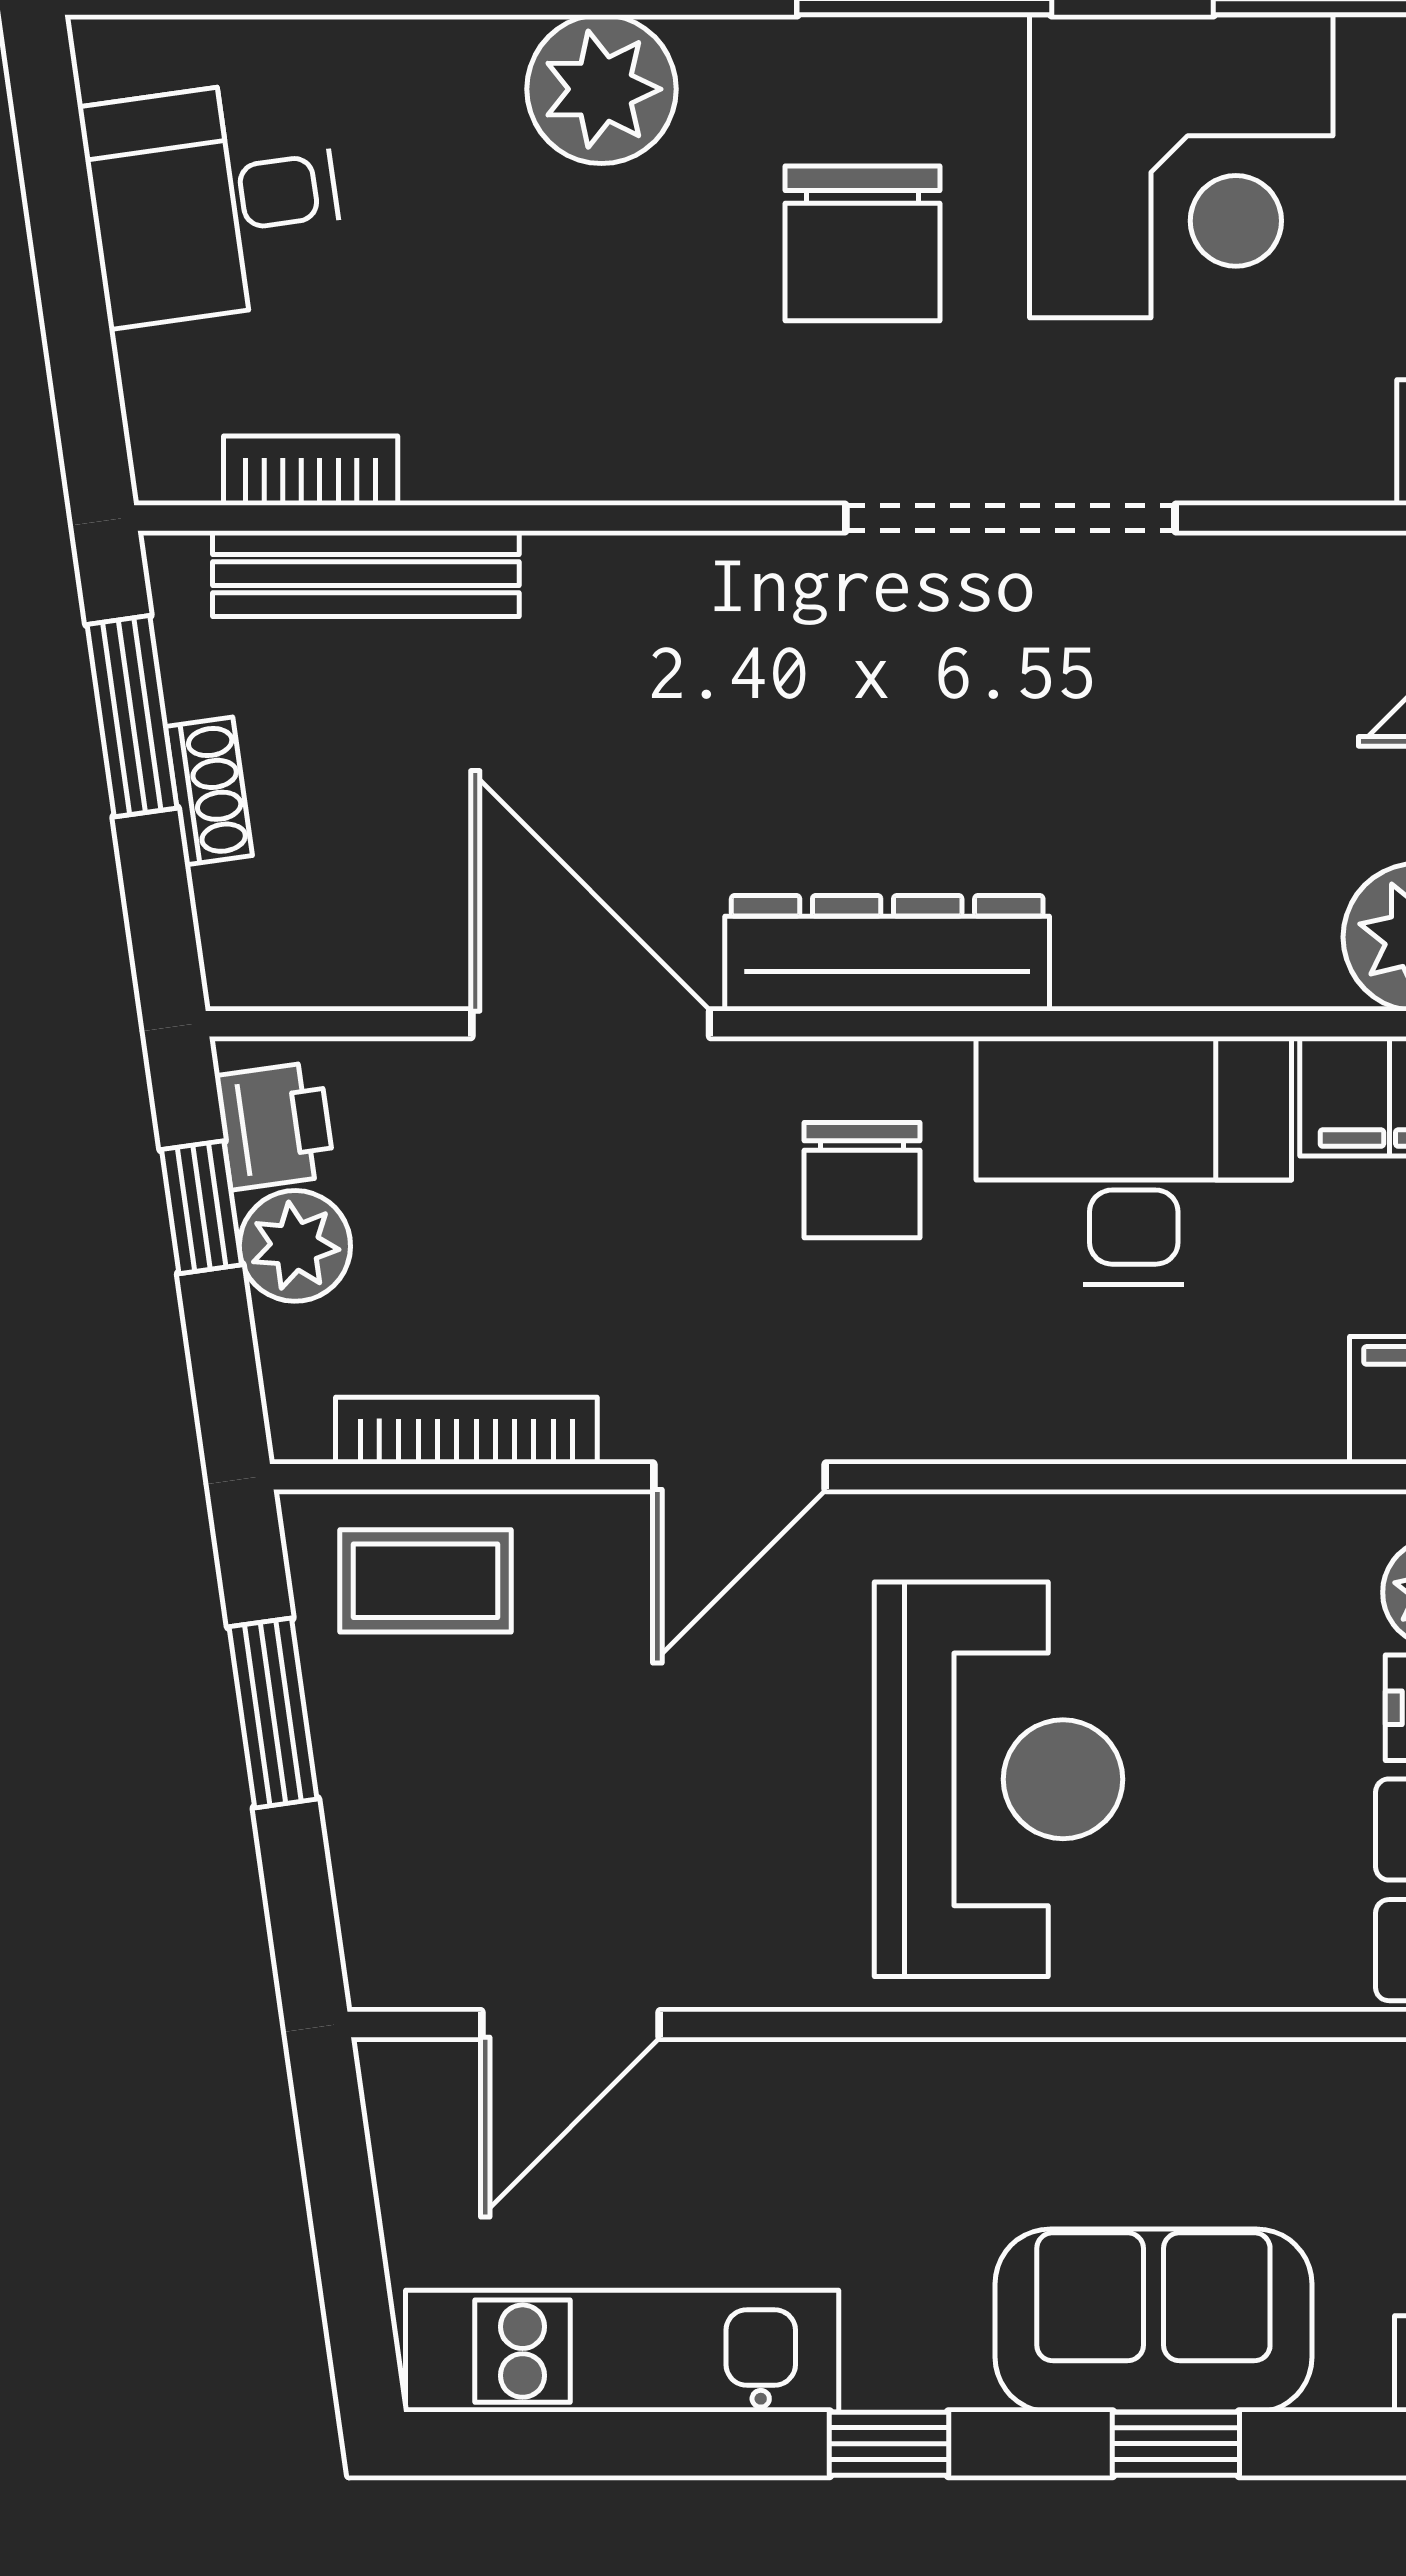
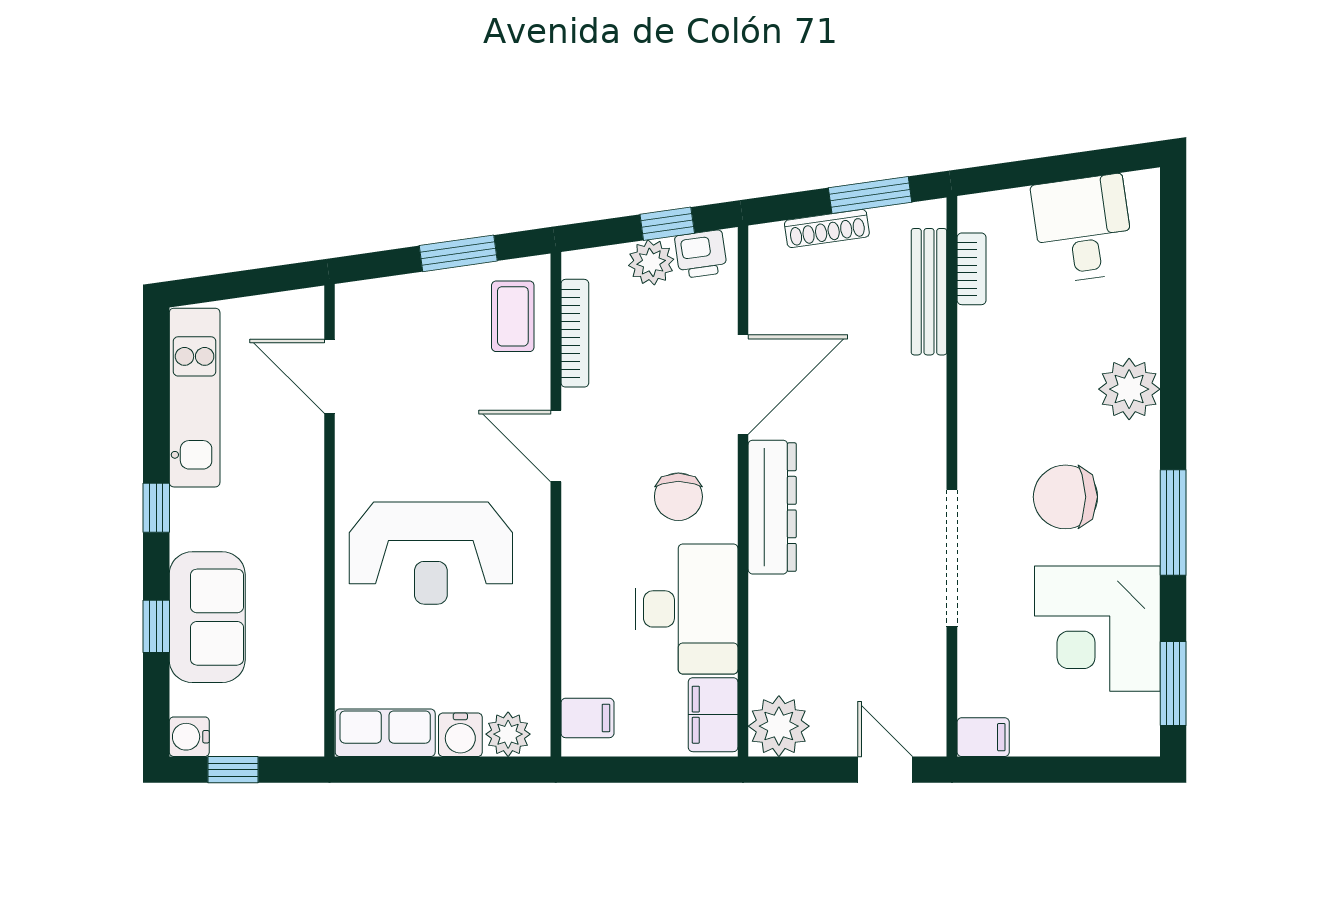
shoe rack: (209, 791) -> (827, 229), width x1.43
chair: (862, 1180) -> (678, 497), turned -90

